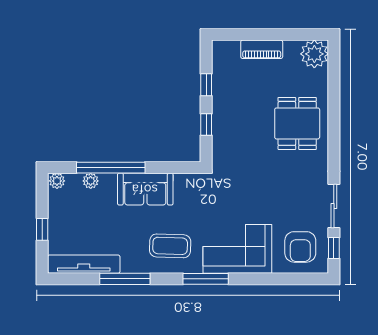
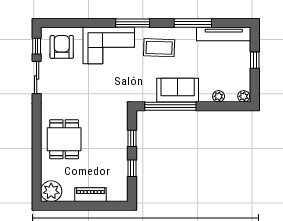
window: (111, 168) -> (170, 106), moved

